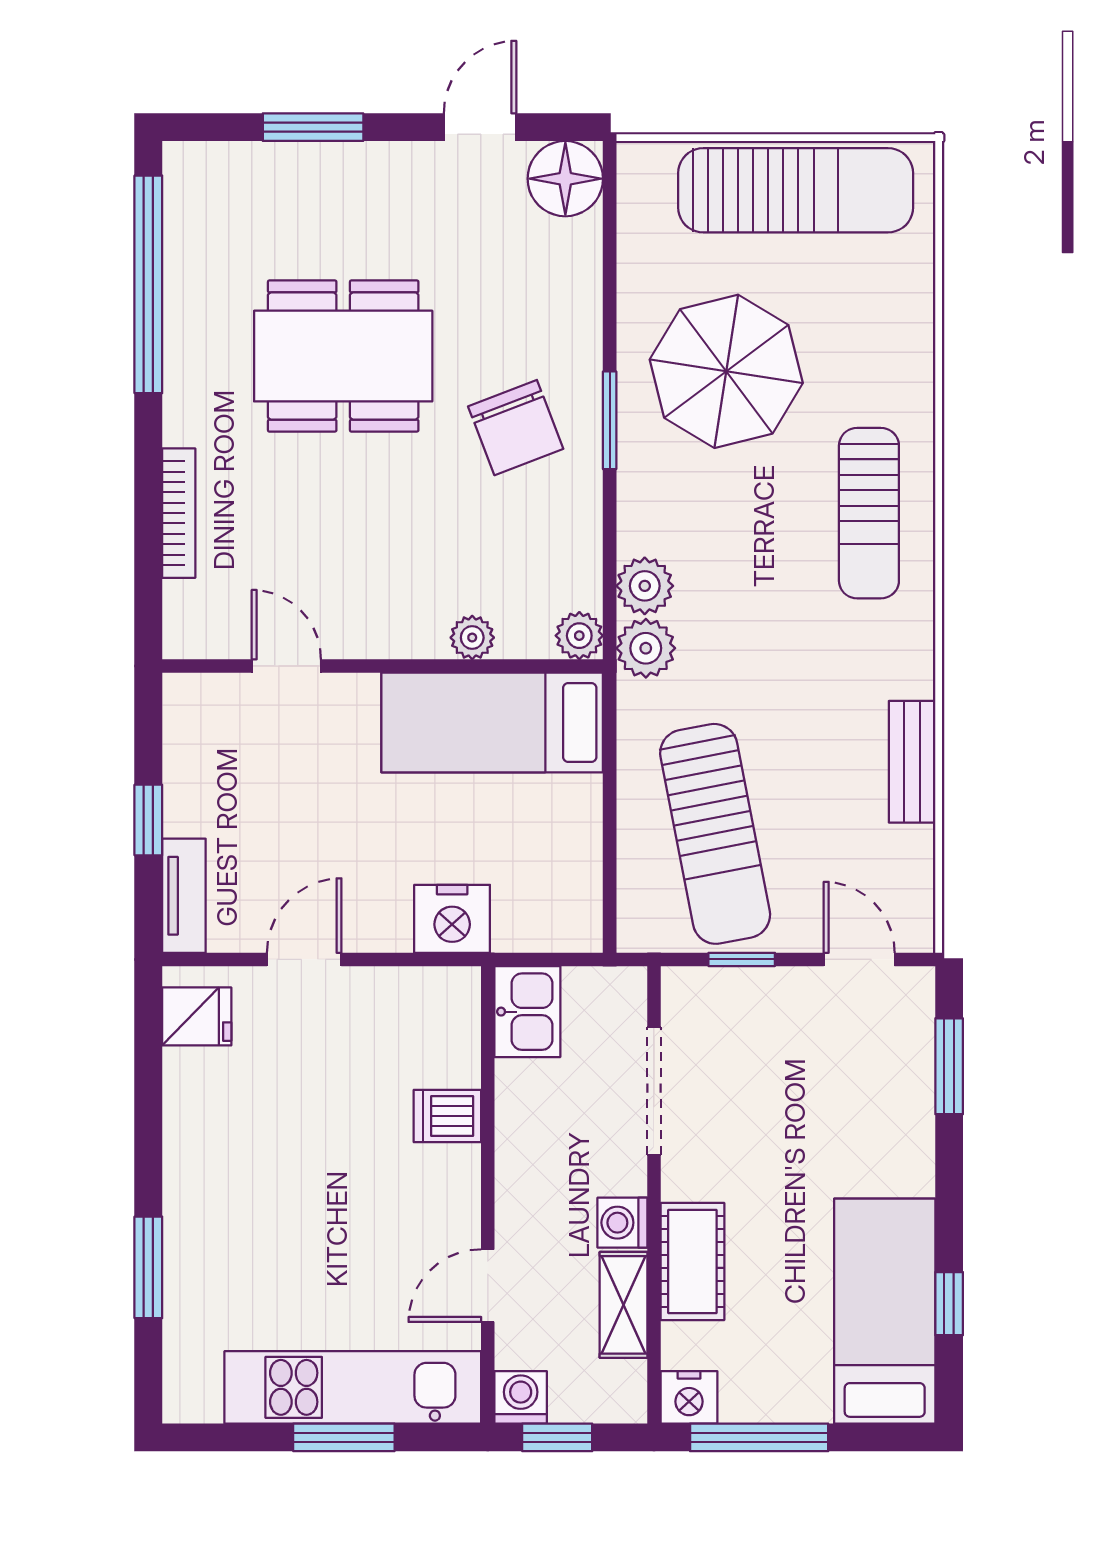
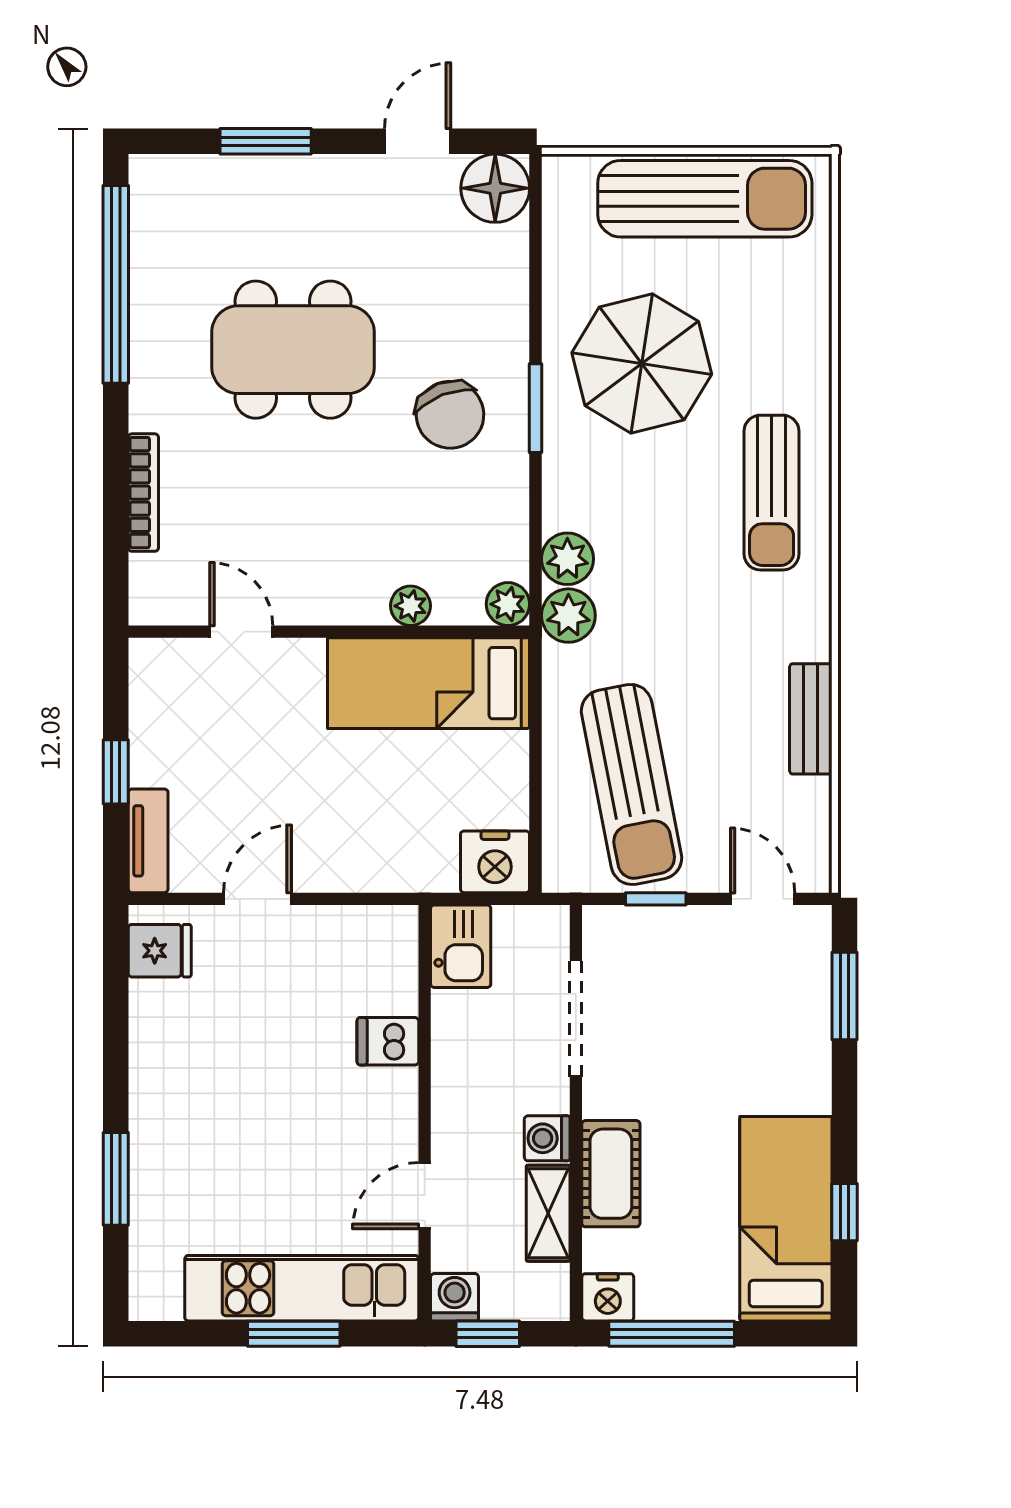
nightstand: (452, 919) -> (495, 862), moved

